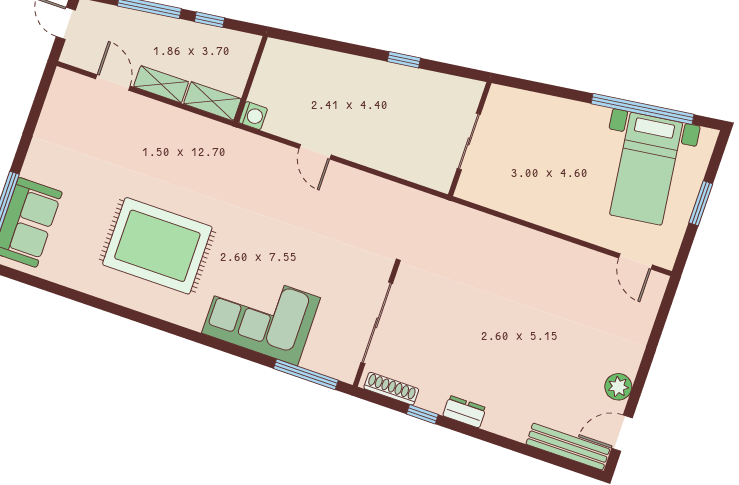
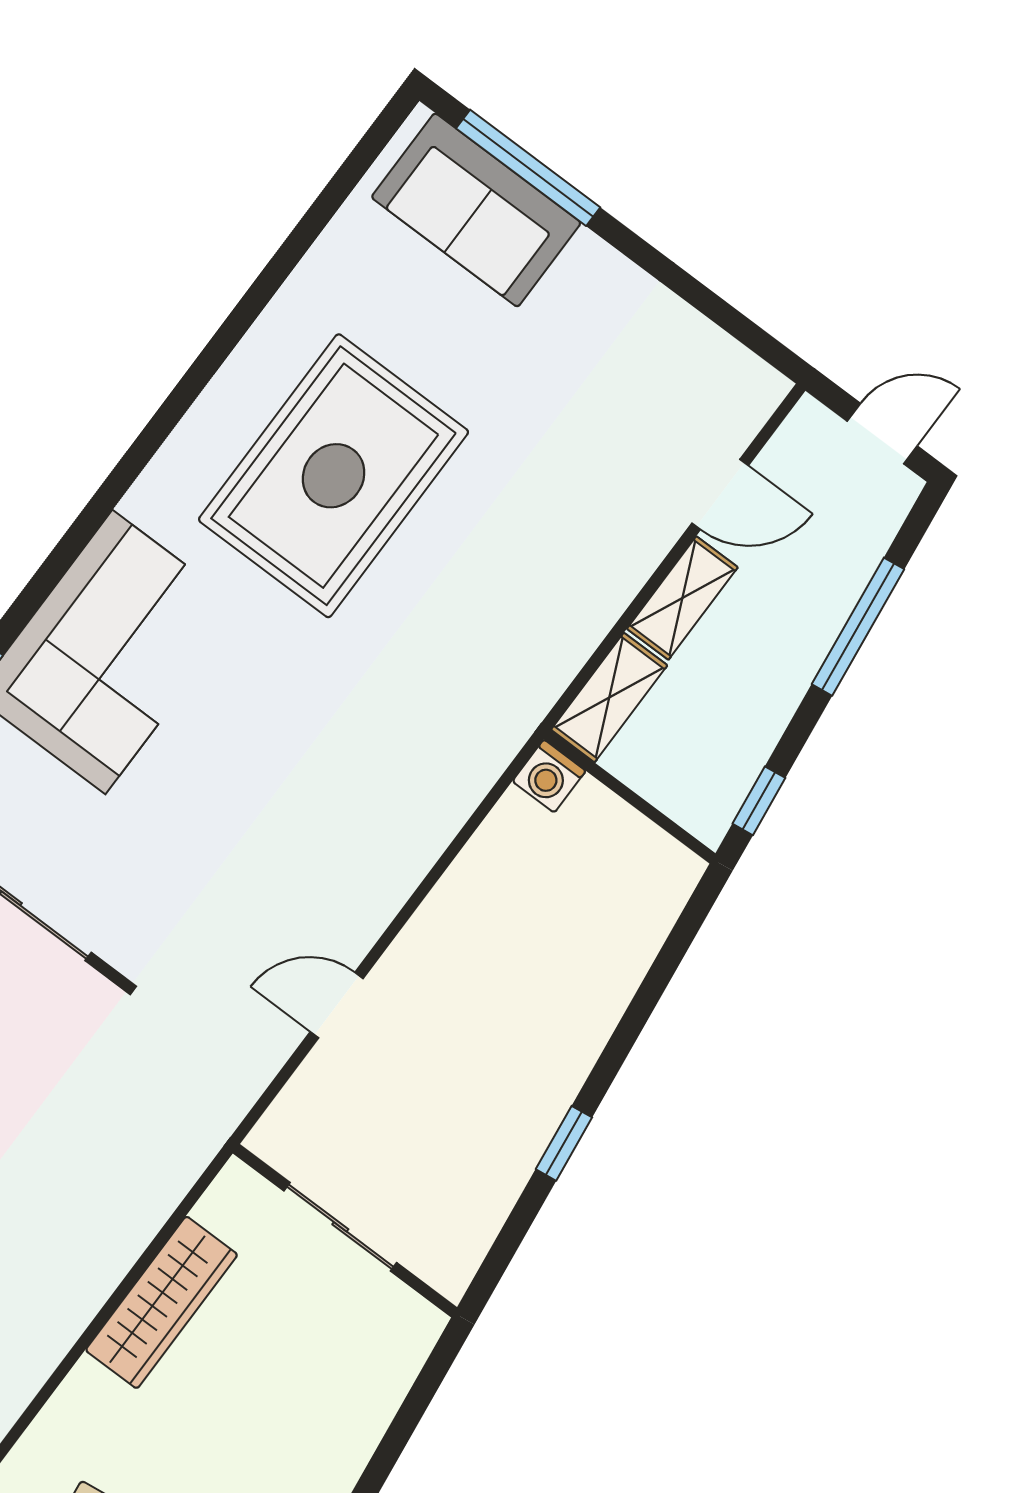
window: (210, 20) -> (759, 801), moved
door: (315, 152) -> (337, 1005), moved
wardrobe: (524, 206) -> (162, 1302), added

